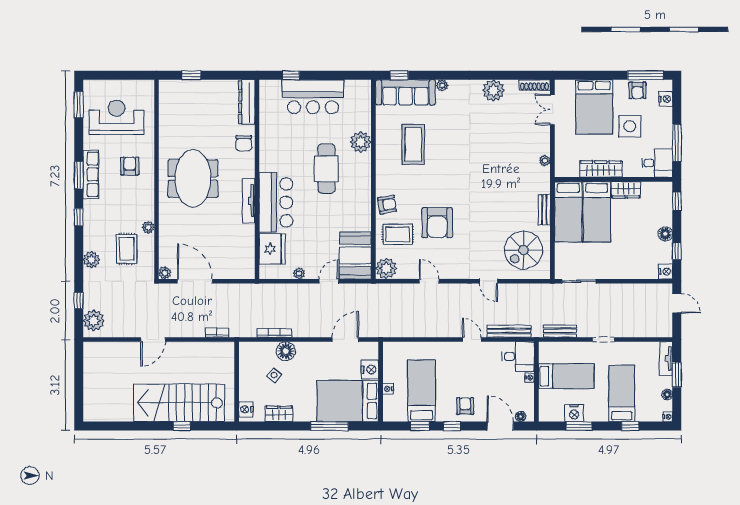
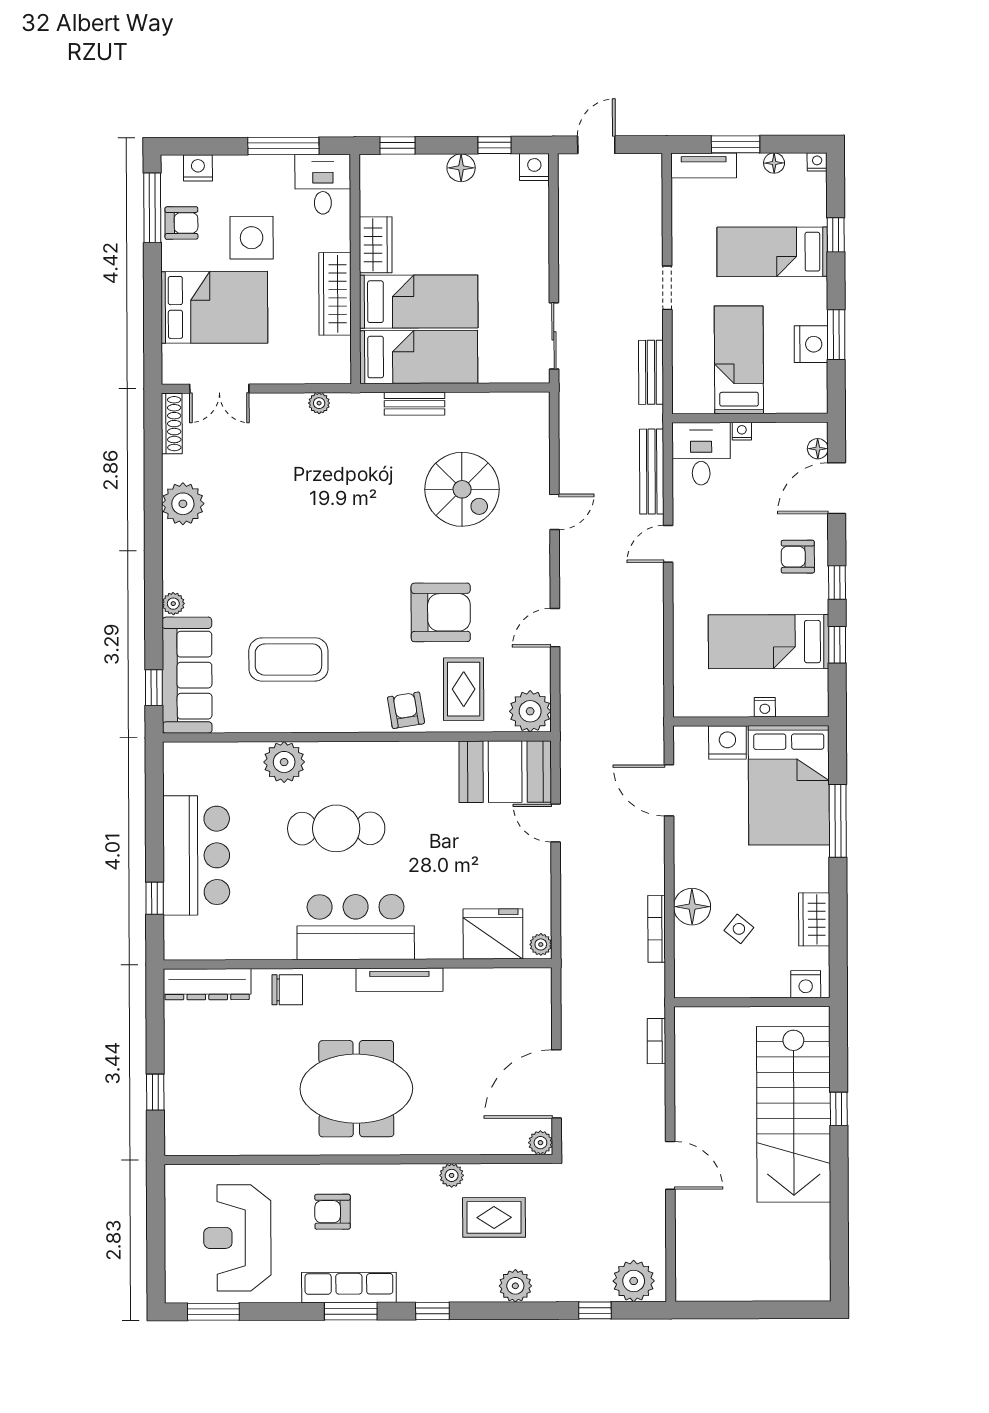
bar counter: (276, 202) -> (356, 927), moved
spiral stairs: (524, 250) -> (462, 489), moved
plant: (299, 273) -> (541, 944), moved

